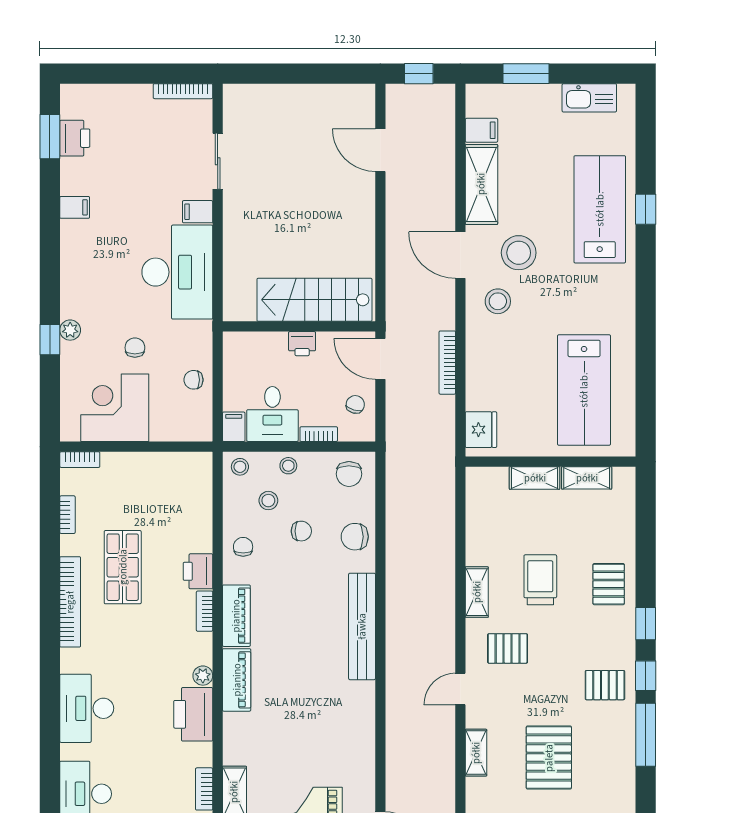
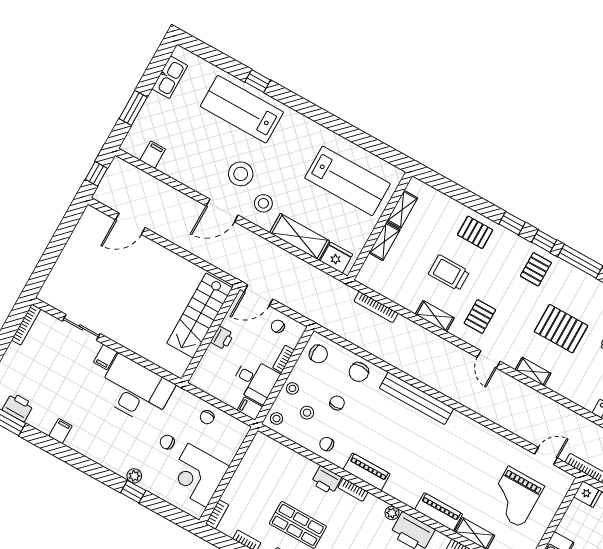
shelving: (481, 184) -> (300, 237), moved
bookcase: (447, 363) -> (376, 307), moved
piano: (237, 680) -> (439, 512), moved

